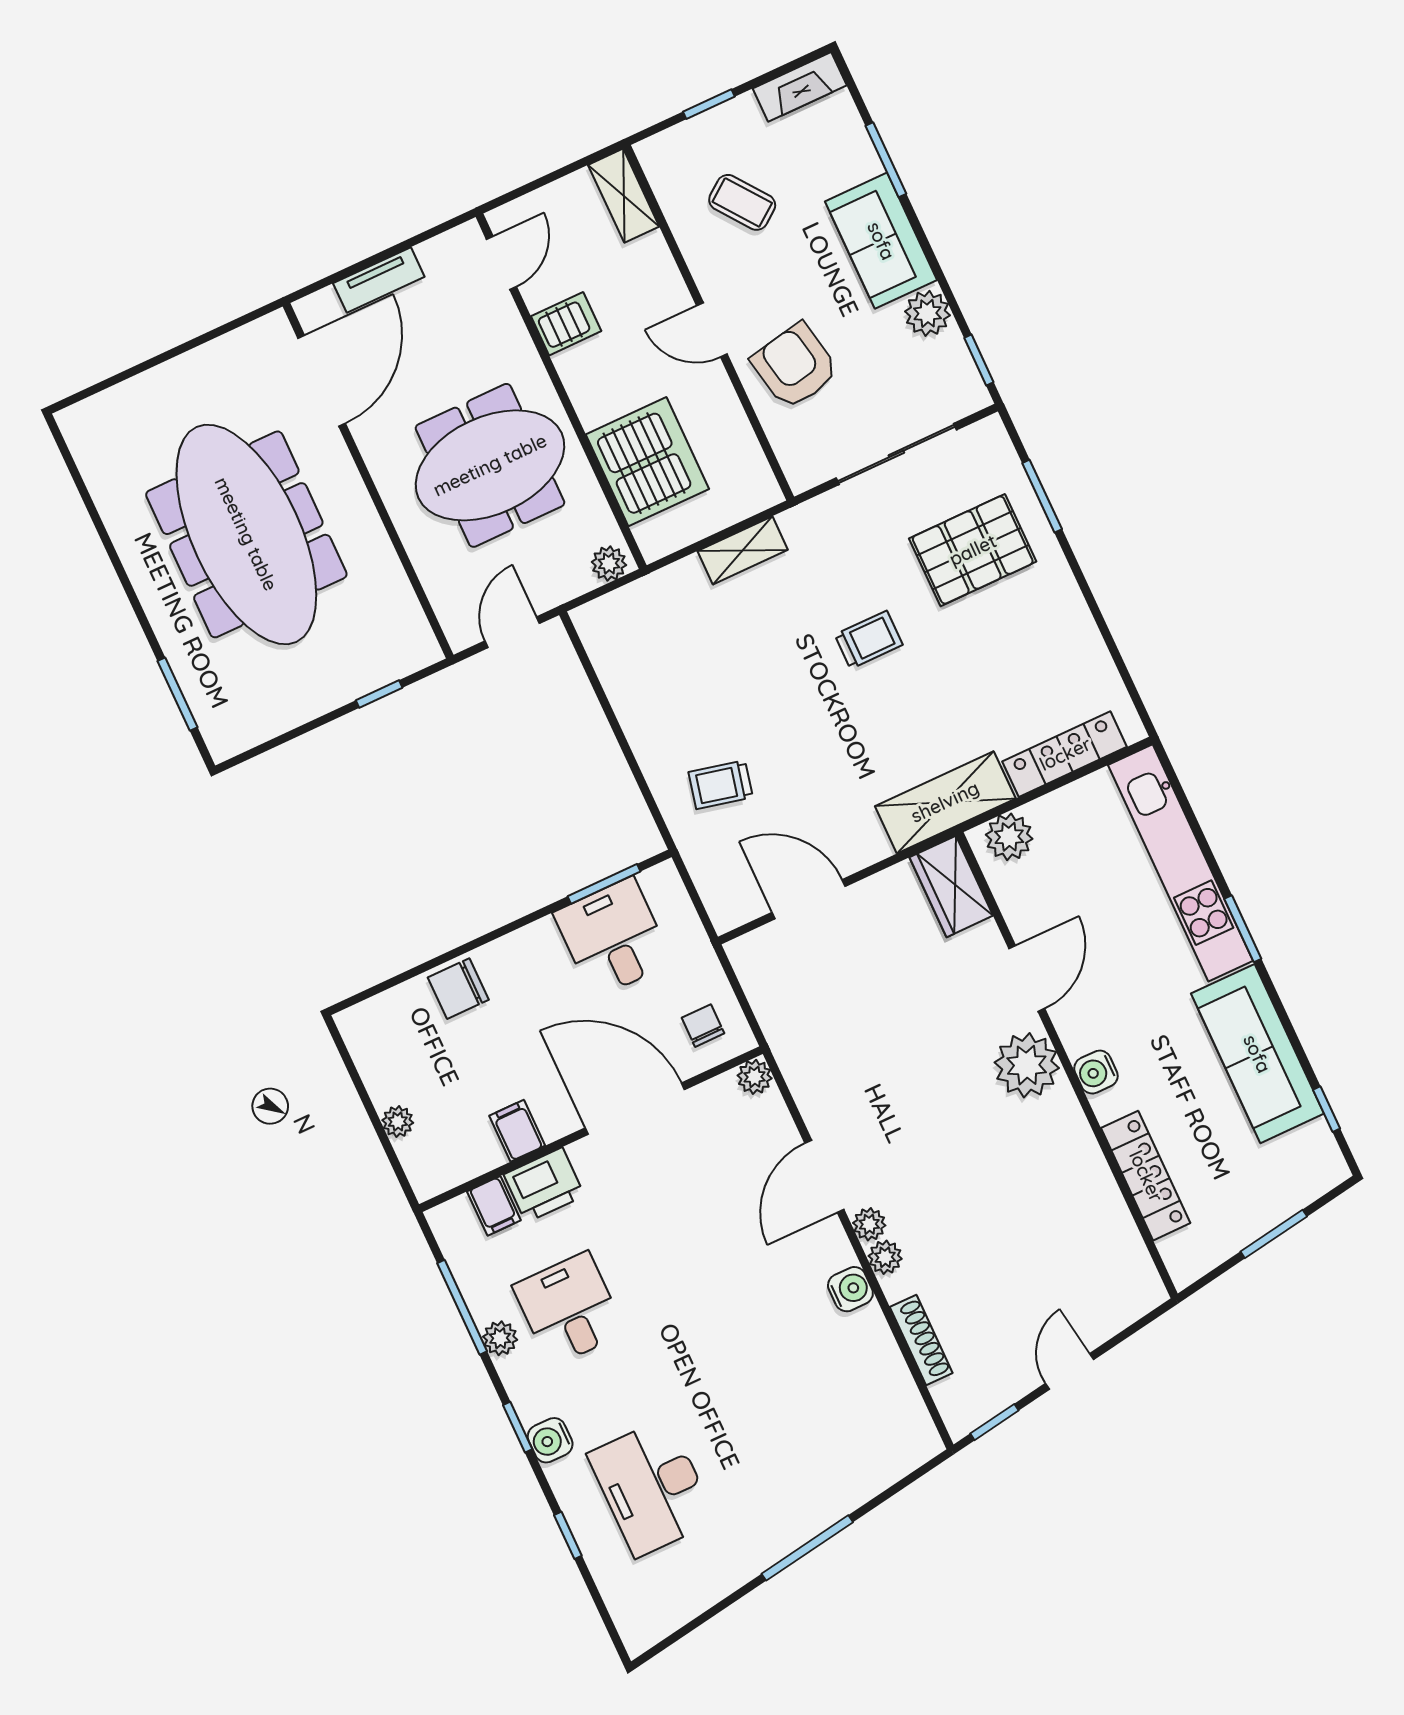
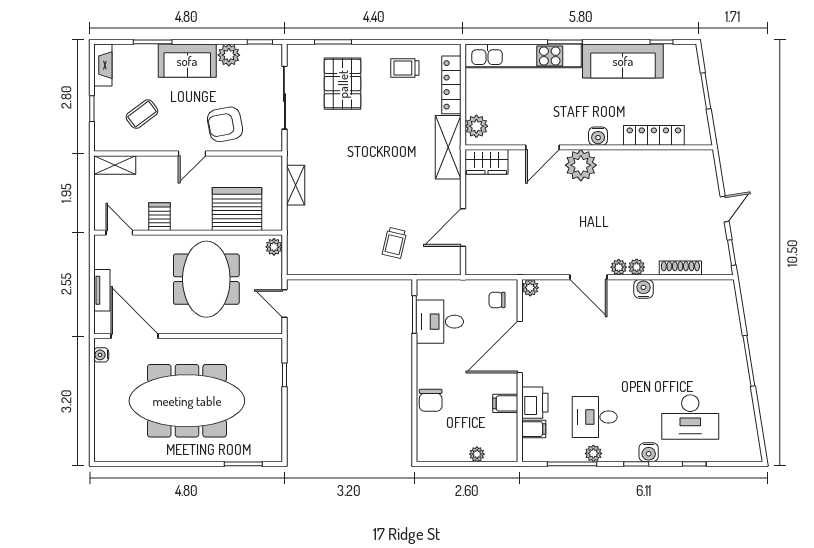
water cooler: (258, 335) -> (101, 355), added
trolley: (869, 640) -> (405, 68), moved, turned -90
door: (1027, 978) -> (543, 147), swing flipped
door: (1070, 1371) -> (725, 209), swing flipped

